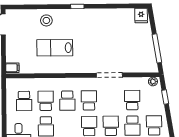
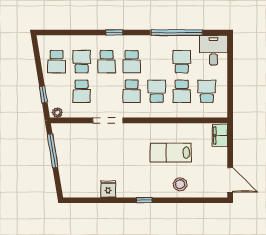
fridge: (141, 15) -> (108, 189), moved
lab bench: (55, 48) -> (171, 153), turned 180
filing cabinet: (12, 68) -> (220, 135), width x2.00

